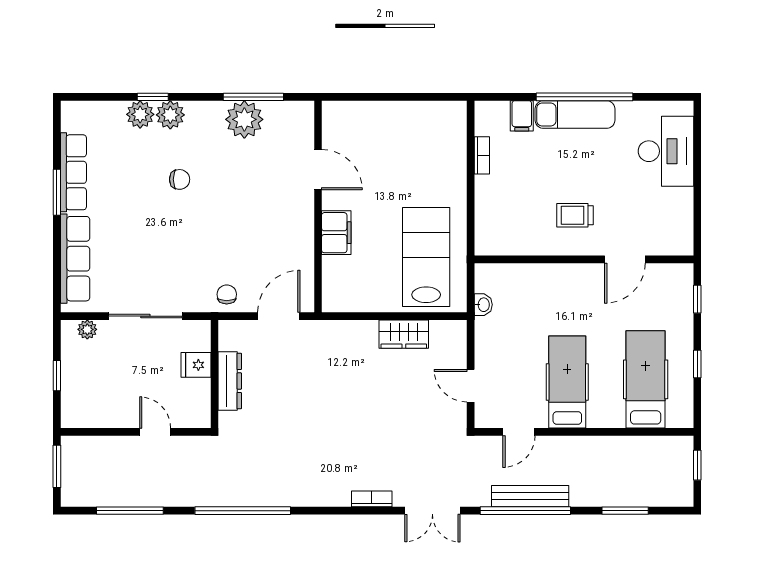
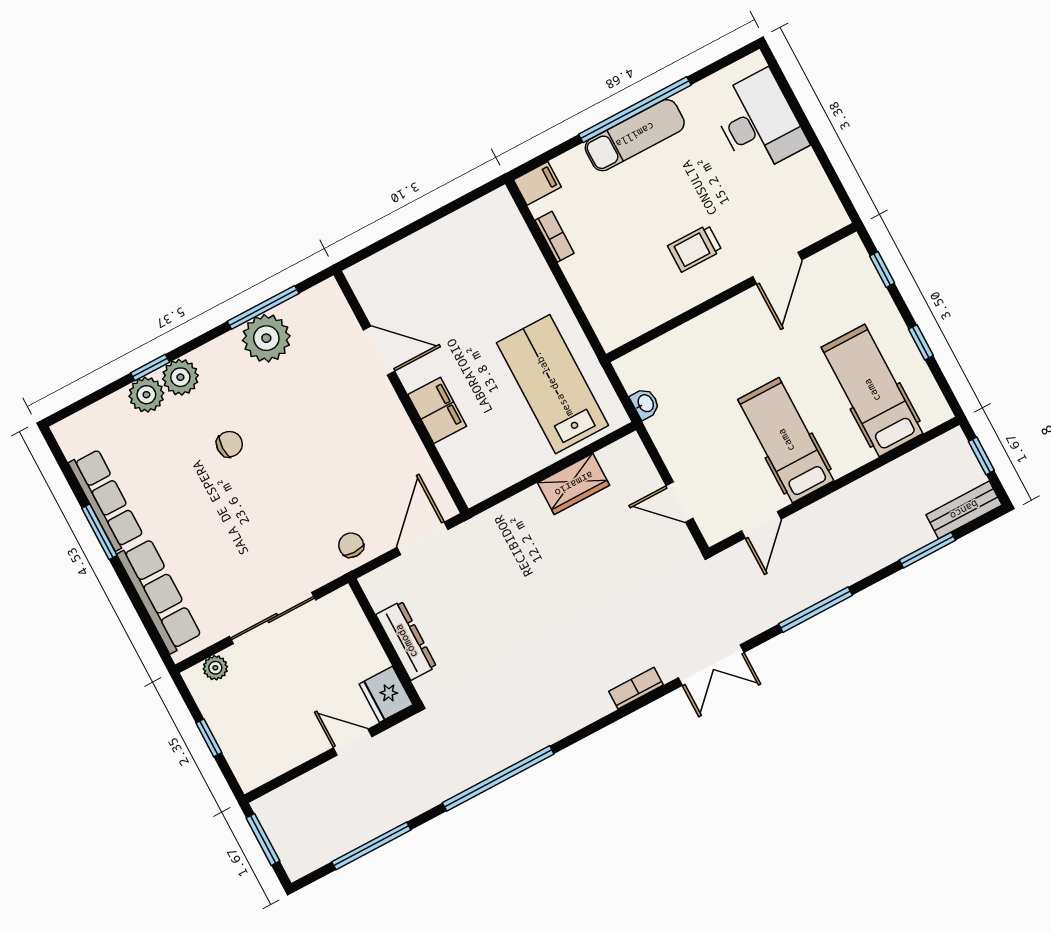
filing cabinet: (522, 116) -> (537, 183), moved, turned -90
fridge: (196, 365) -> (386, 694), moved, width x1.38
bench: (530, 496) -> (964, 510), moved, width x0.73
window: (525, 511) -> (816, 610), width x0.68

